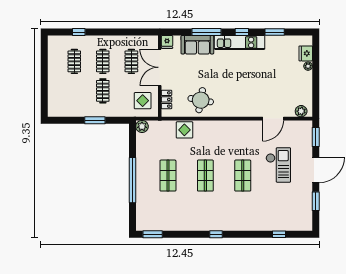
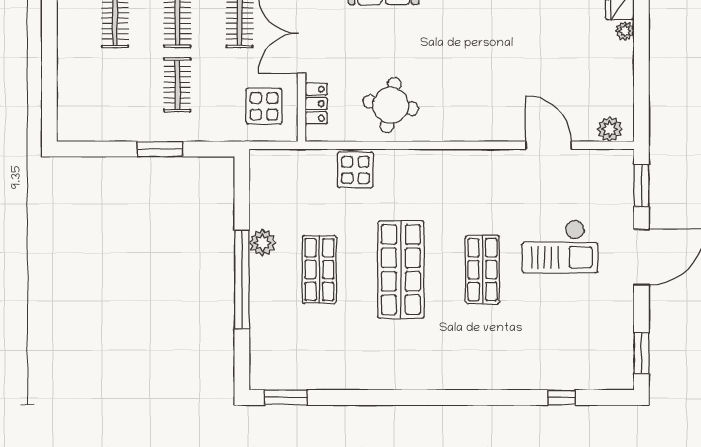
door: (273, 119) -> (548, 145), swing flipped
plant: (142, 126) -> (263, 243), moved
checkout: (278, 165) -> (560, 246), turned 90
shop shelf: (205, 176) -> (401, 270), width x1.43, depth x1.36
window: (316, 201) -> (641, 353), moved
window: (216, 234) -> (424, 397), removed

